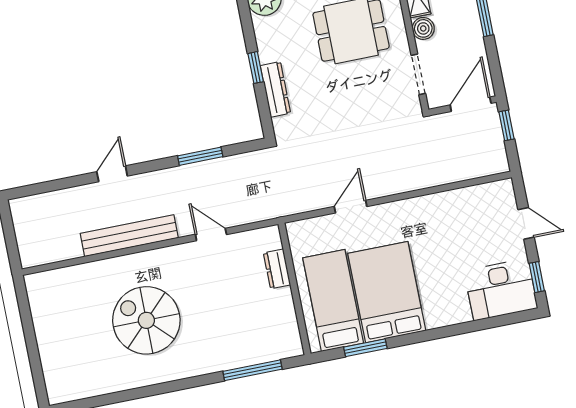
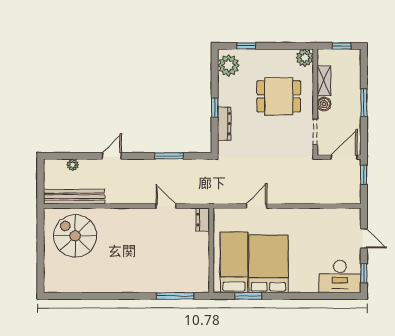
plant: (54, 200) -> (73, 165), added
bench: (129, 236) -> (74, 197), moved
dresser: (277, 269) -> (203, 220), moved
spiral stairs: (146, 320) -> (75, 236), moved

